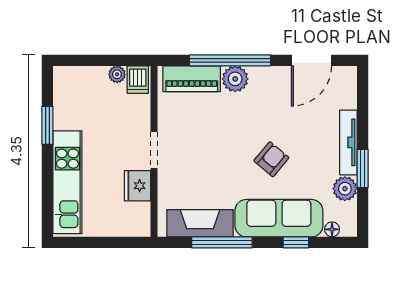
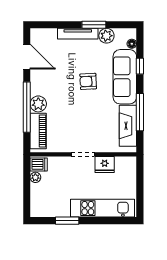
armchair: (271, 159) -> (88, 81), turned -43

